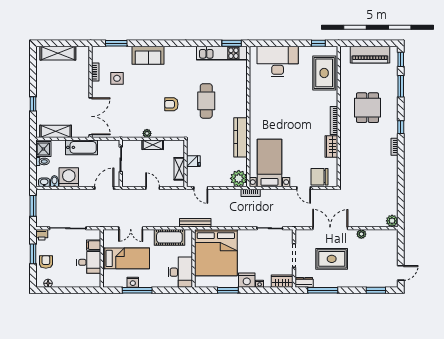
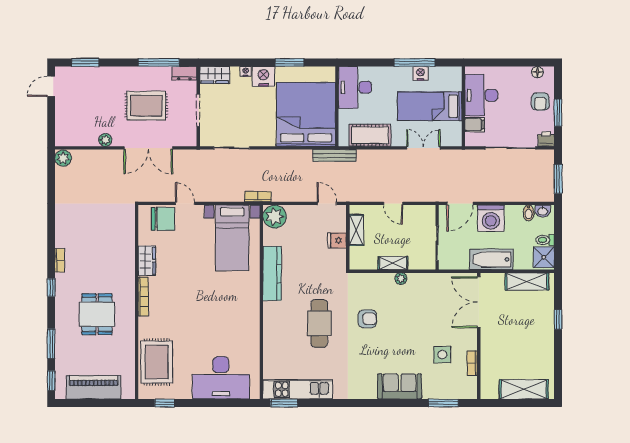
washing machine: (69, 177) -> (491, 218), moved
desk: (89, 262) -> (481, 95), width x1.37

